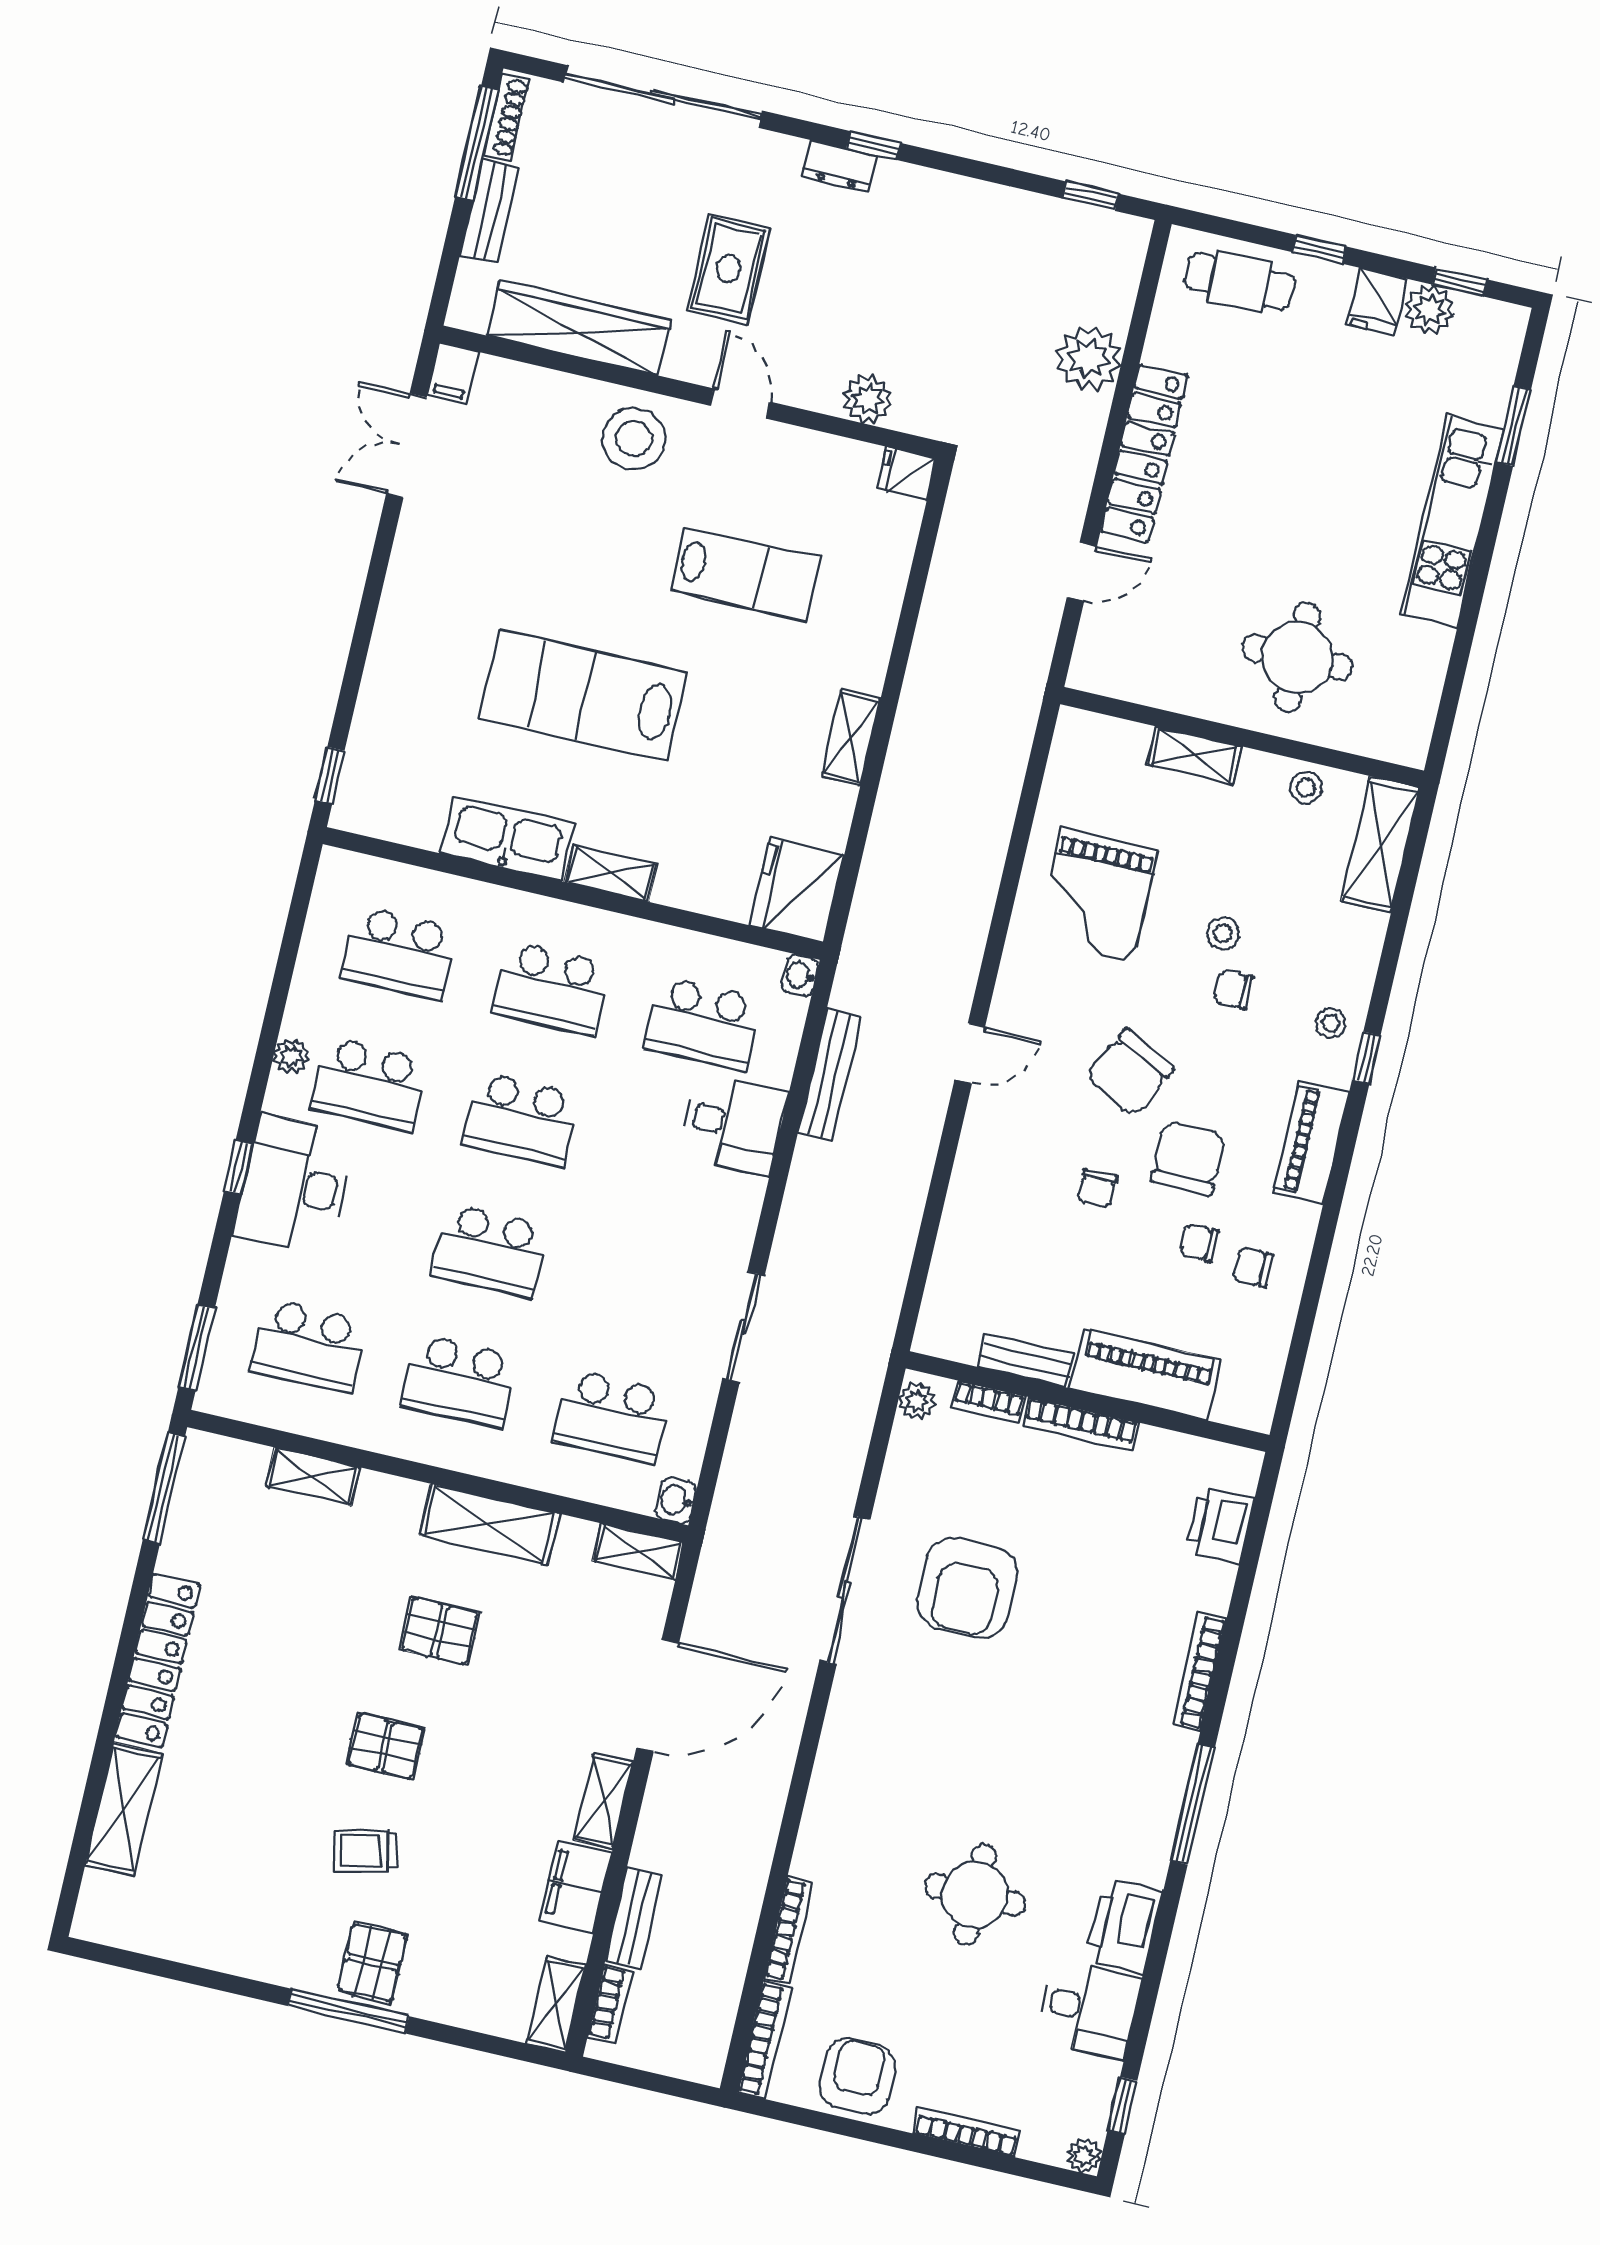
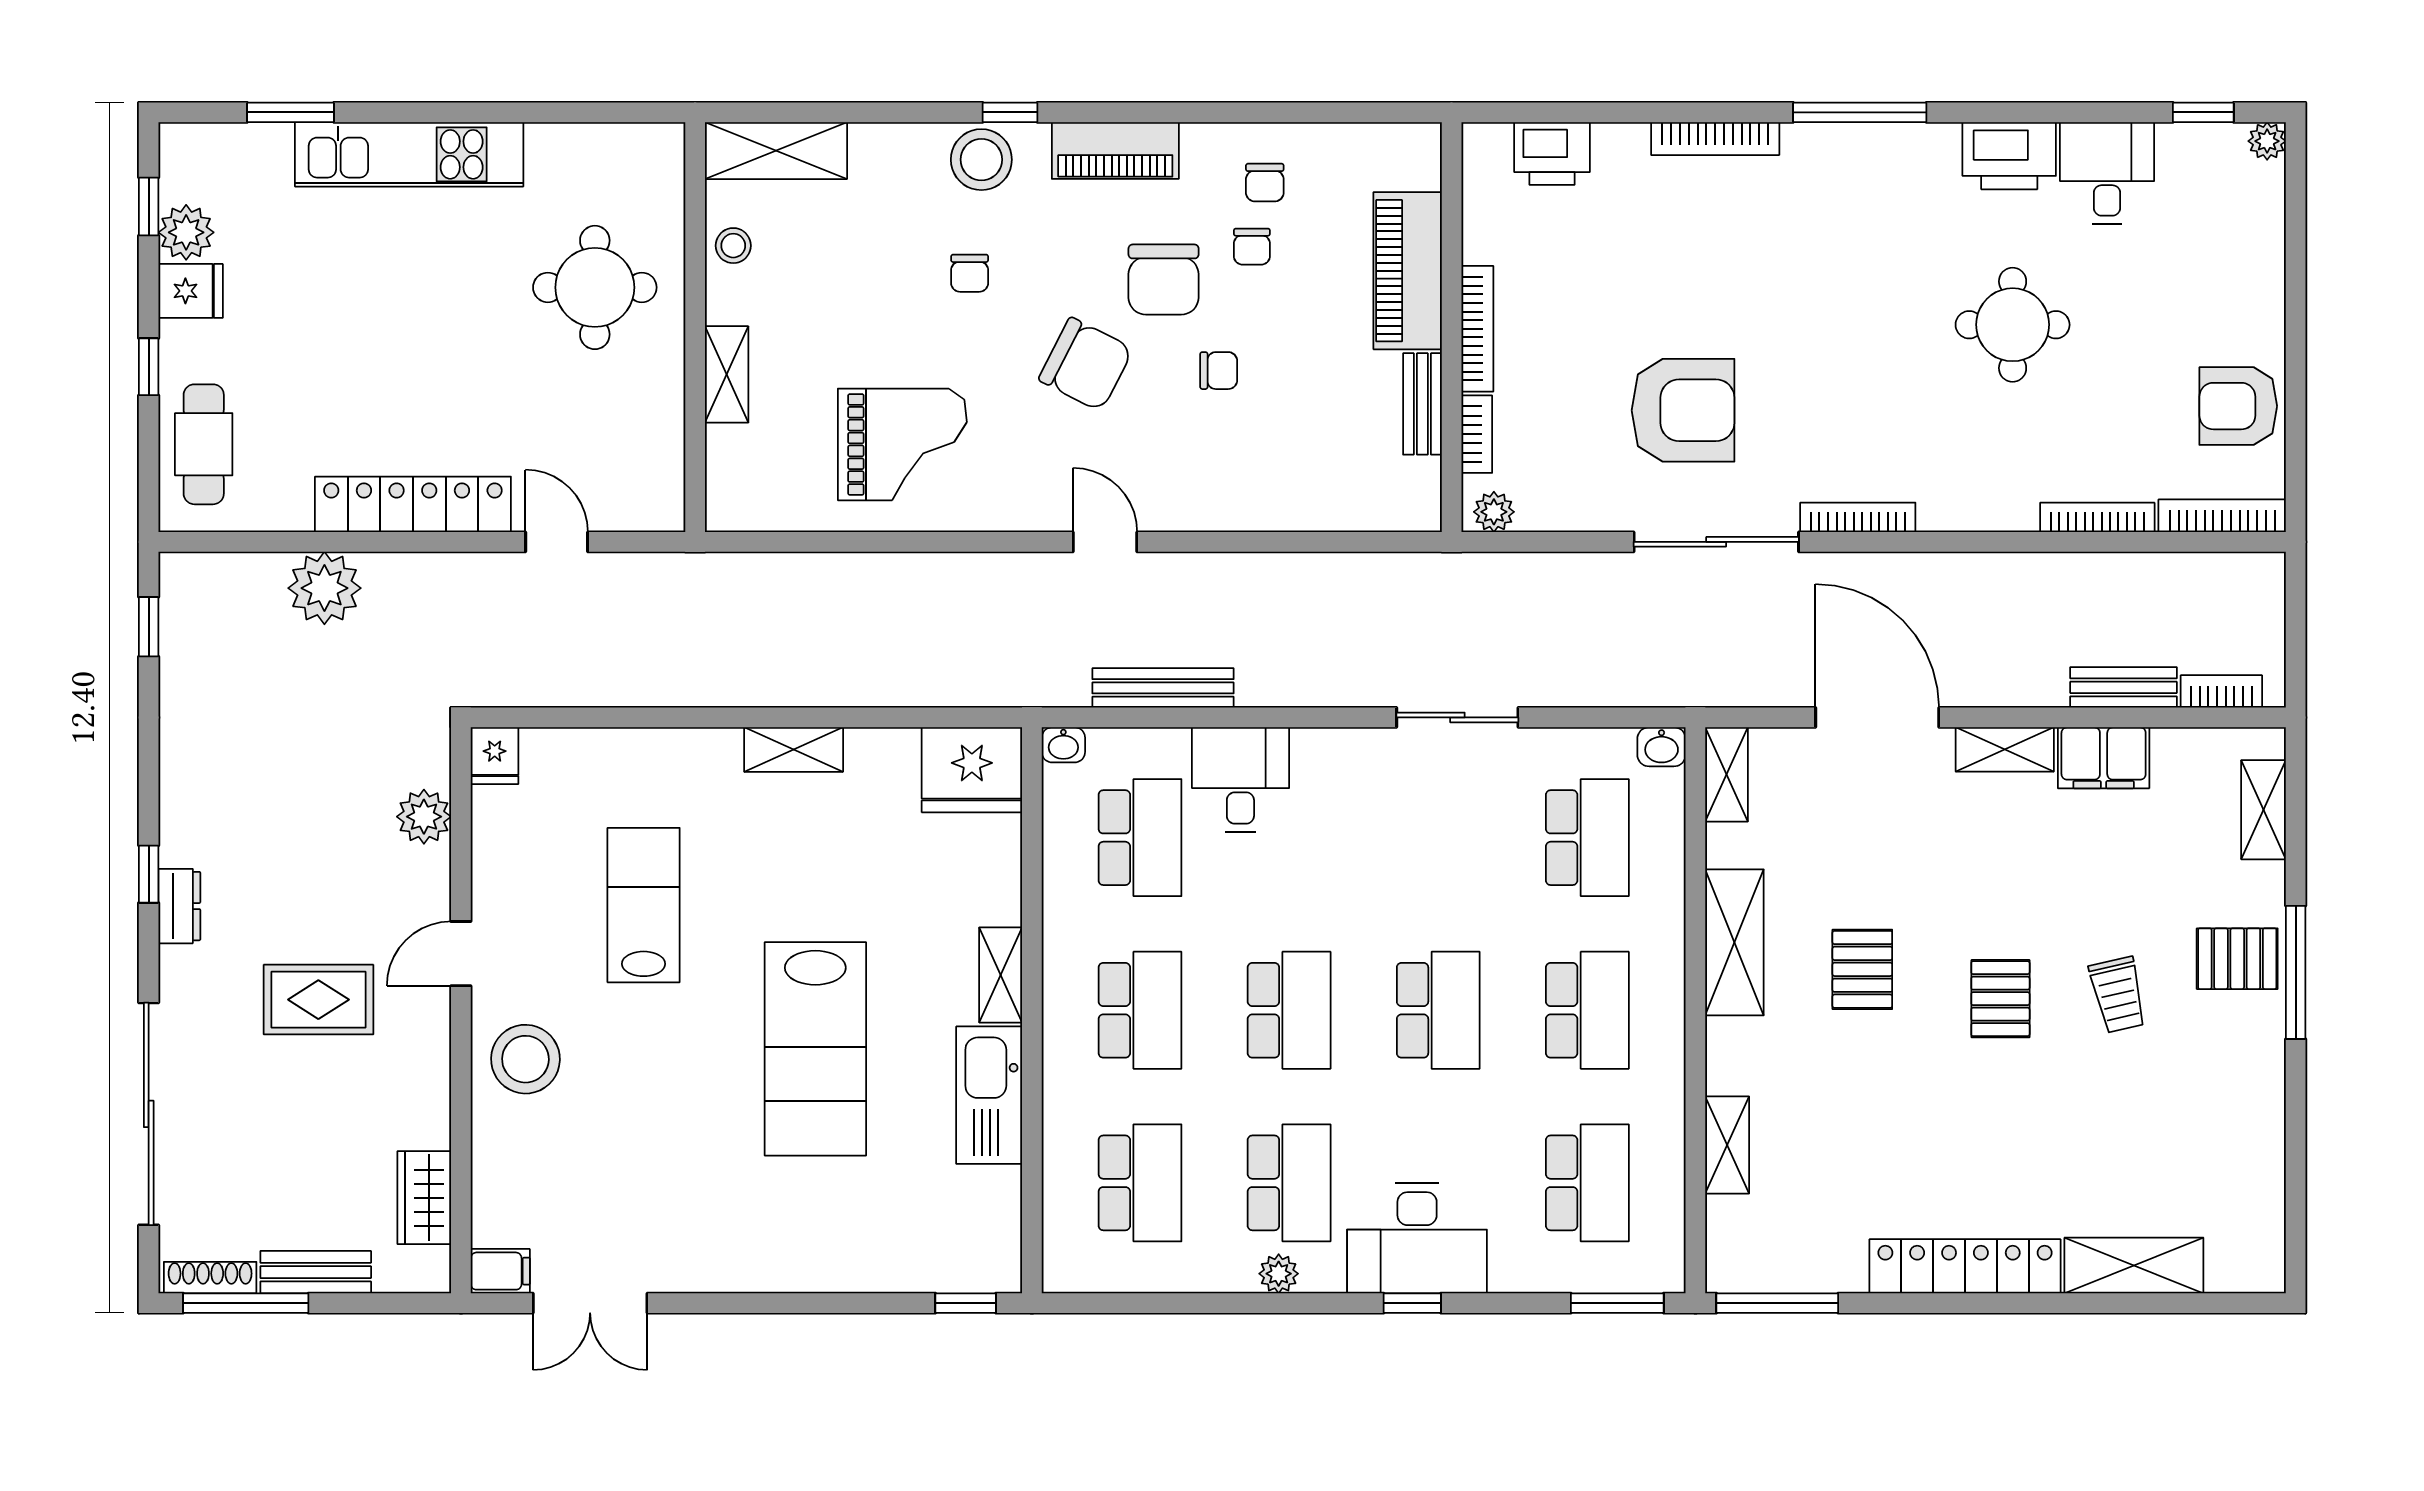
wardrobe: (579, 328) -> (424, 1198), width x0.48, depth x0.85
stool: (1223, 933) -> (912, 299), removed
stool: (1331, 1023) -> (981, 160), width x1.89, depth x1.89
chair: (1188, 1158) -> (1164, 280), turned -90
shelving: (556, 2004) -> (2264, 810), moved, turned 90
bookcase: (967, 2132) -> (1858, 517), moved, turned 90

